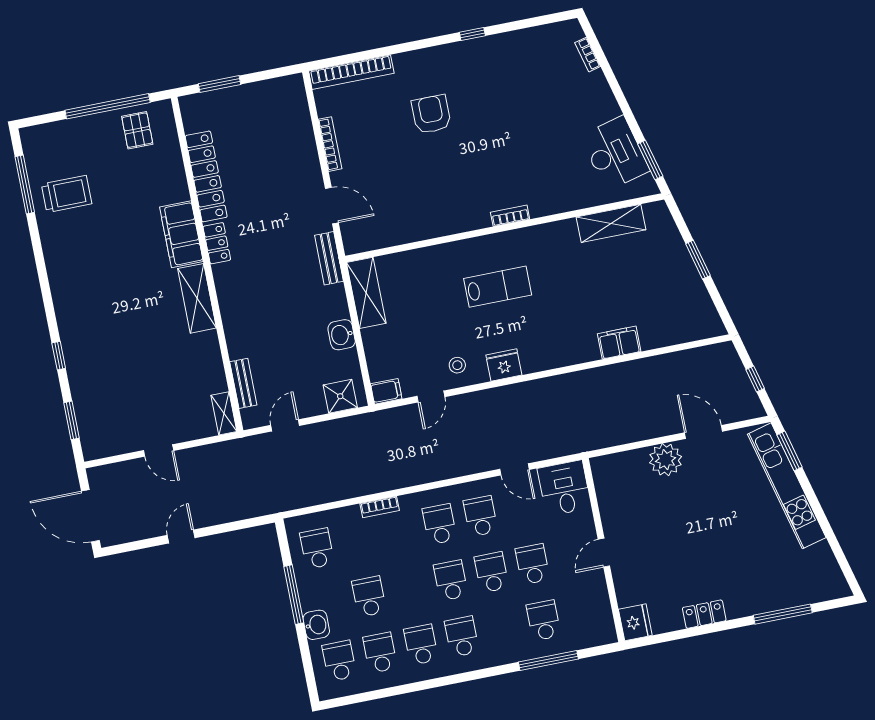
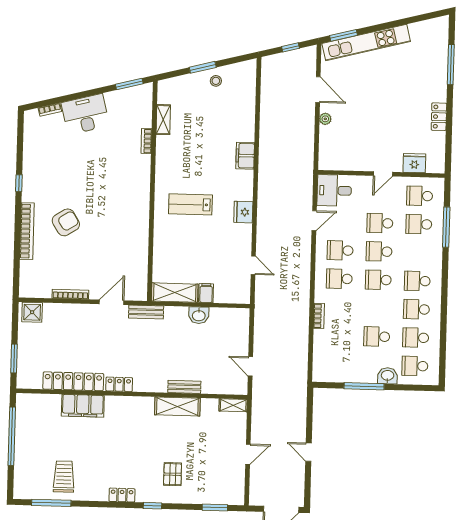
bookcase: (351, 72) -> (27, 231), moved
armchair: (431, 114) -> (66, 222), turned 148
pallet: (137, 130) -> (173, 474), moved, turned 90
desk: (615, 153) -> (85, 114), moved
bookcase: (510, 216) -> (146, 141), moved
shelving: (611, 223) -> (163, 120), width x0.67, depth x0.75
filing cabinet: (181, 234) -> (83, 406), moved
locker: (59, 283) -> (122, 495), added
lab bench: (498, 287) -> (190, 204), turned -90
shelving: (197, 298) -> (177, 406), moved
filing cabinet: (619, 343) -> (245, 156), moved
window: (59, 356) -> (153, 506), moved
stool: (457, 365) -> (216, 81), moved
bench: (243, 383) -> (184, 387), moved
filing cabinet: (386, 391) -> (206, 293), moved
shower: (340, 396) -> (32, 312), moved
door: (704, 432) -> (318, 90), swing flipped
plant: (666, 460) -> (325, 119), width x0.53, depth x0.53
school desk: (317, 548) -> (420, 196), moved
door: (604, 553) -> (383, 174), hinge flipped
fridge: (635, 622) -> (414, 163), moved

